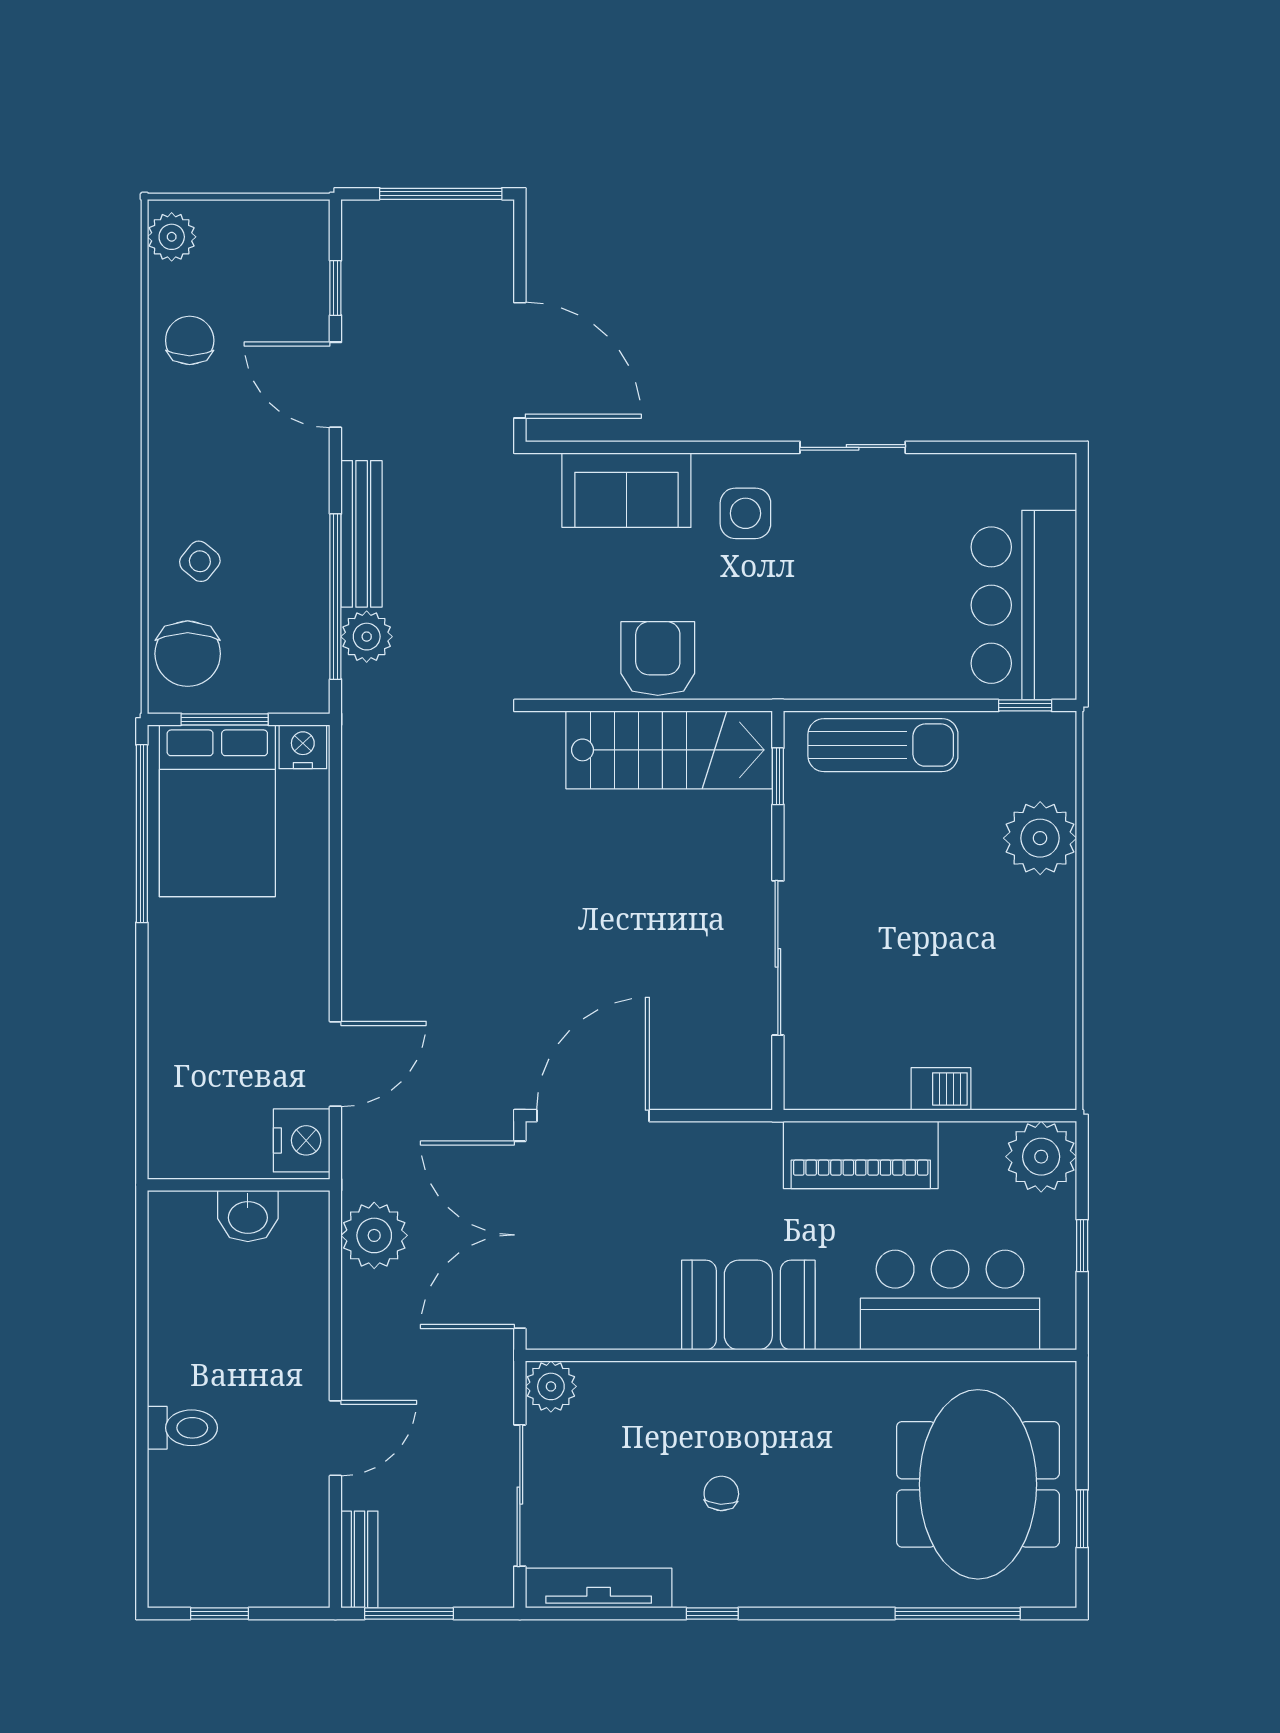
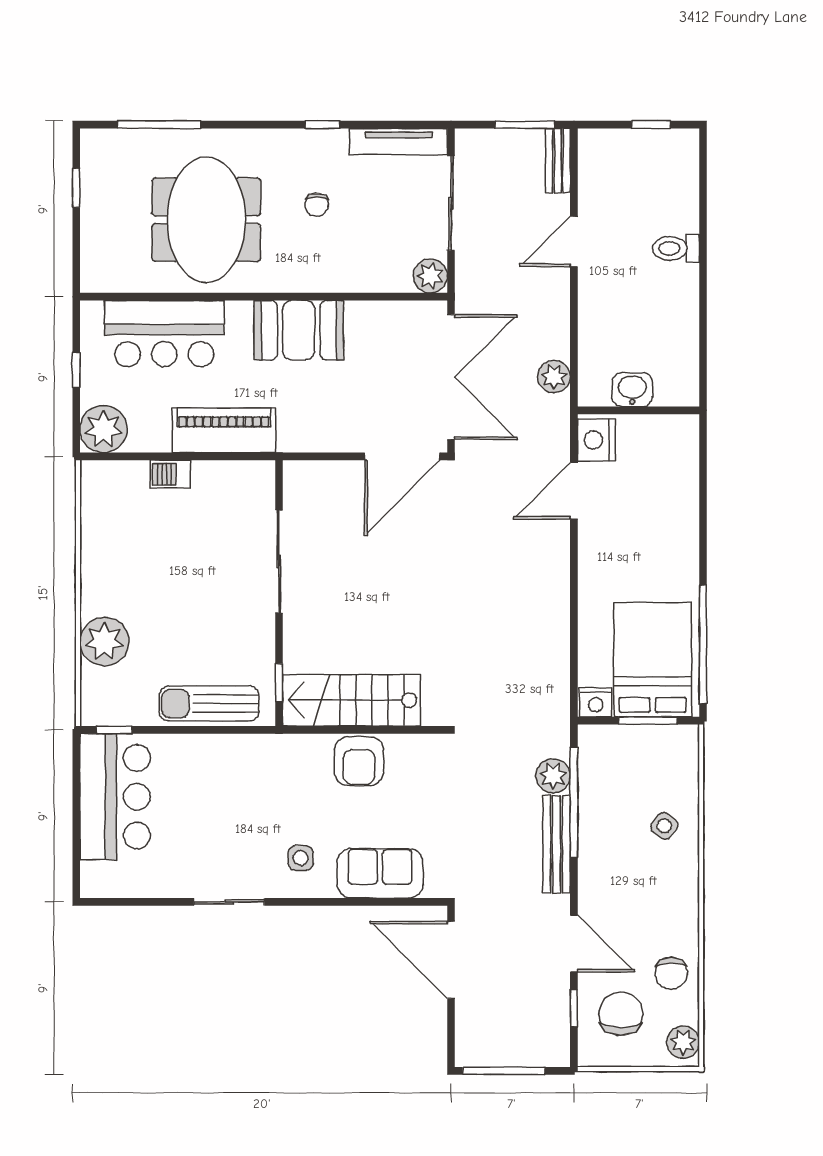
side table: (745, 513) -> (301, 858), width x0.73, depth x0.73
chair: (188, 654) -> (621, 1014), moved
plant: (374, 1235) -> (554, 377), width x0.73, depth x0.73
meeting table: (978, 1484) -> (206, 220), moved

